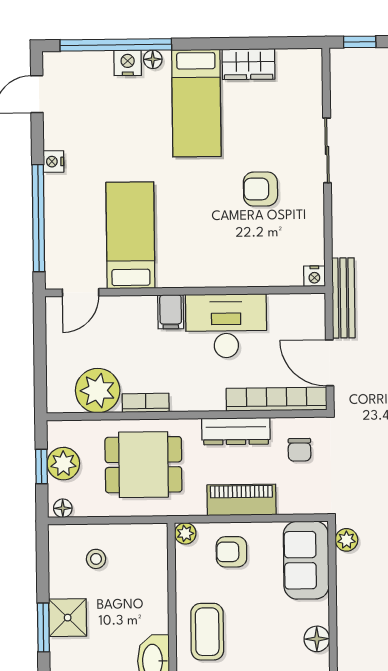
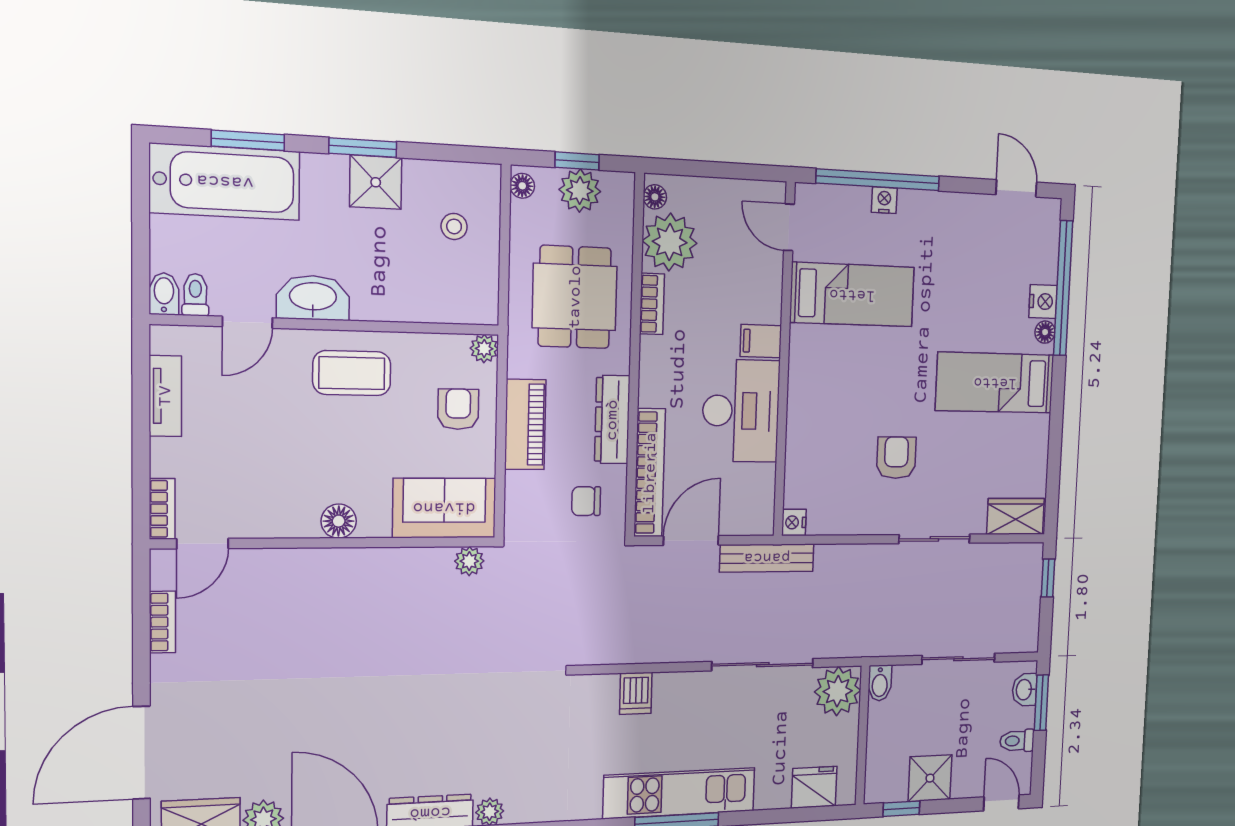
wardrobe: (248, 64) -> (1016, 516), moved, turned 90
nightstand: (54, 162) -> (884, 200), moved
floor lamp: (64, 404) -> (655, 197), added

